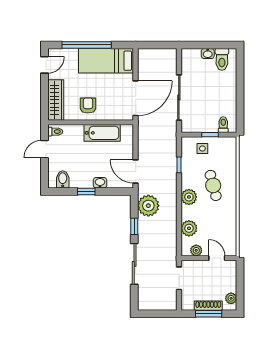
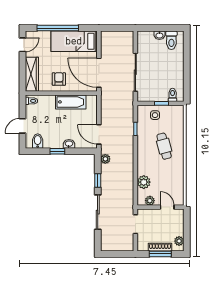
door: (136, 98) -> (99, 73), swing flipped
door: (45, 149) -> (22, 126), moved
plant: (189, 197) -> (144, 156), removed
plant: (148, 206) -> (105, 159), width x0.53, depth x0.53

